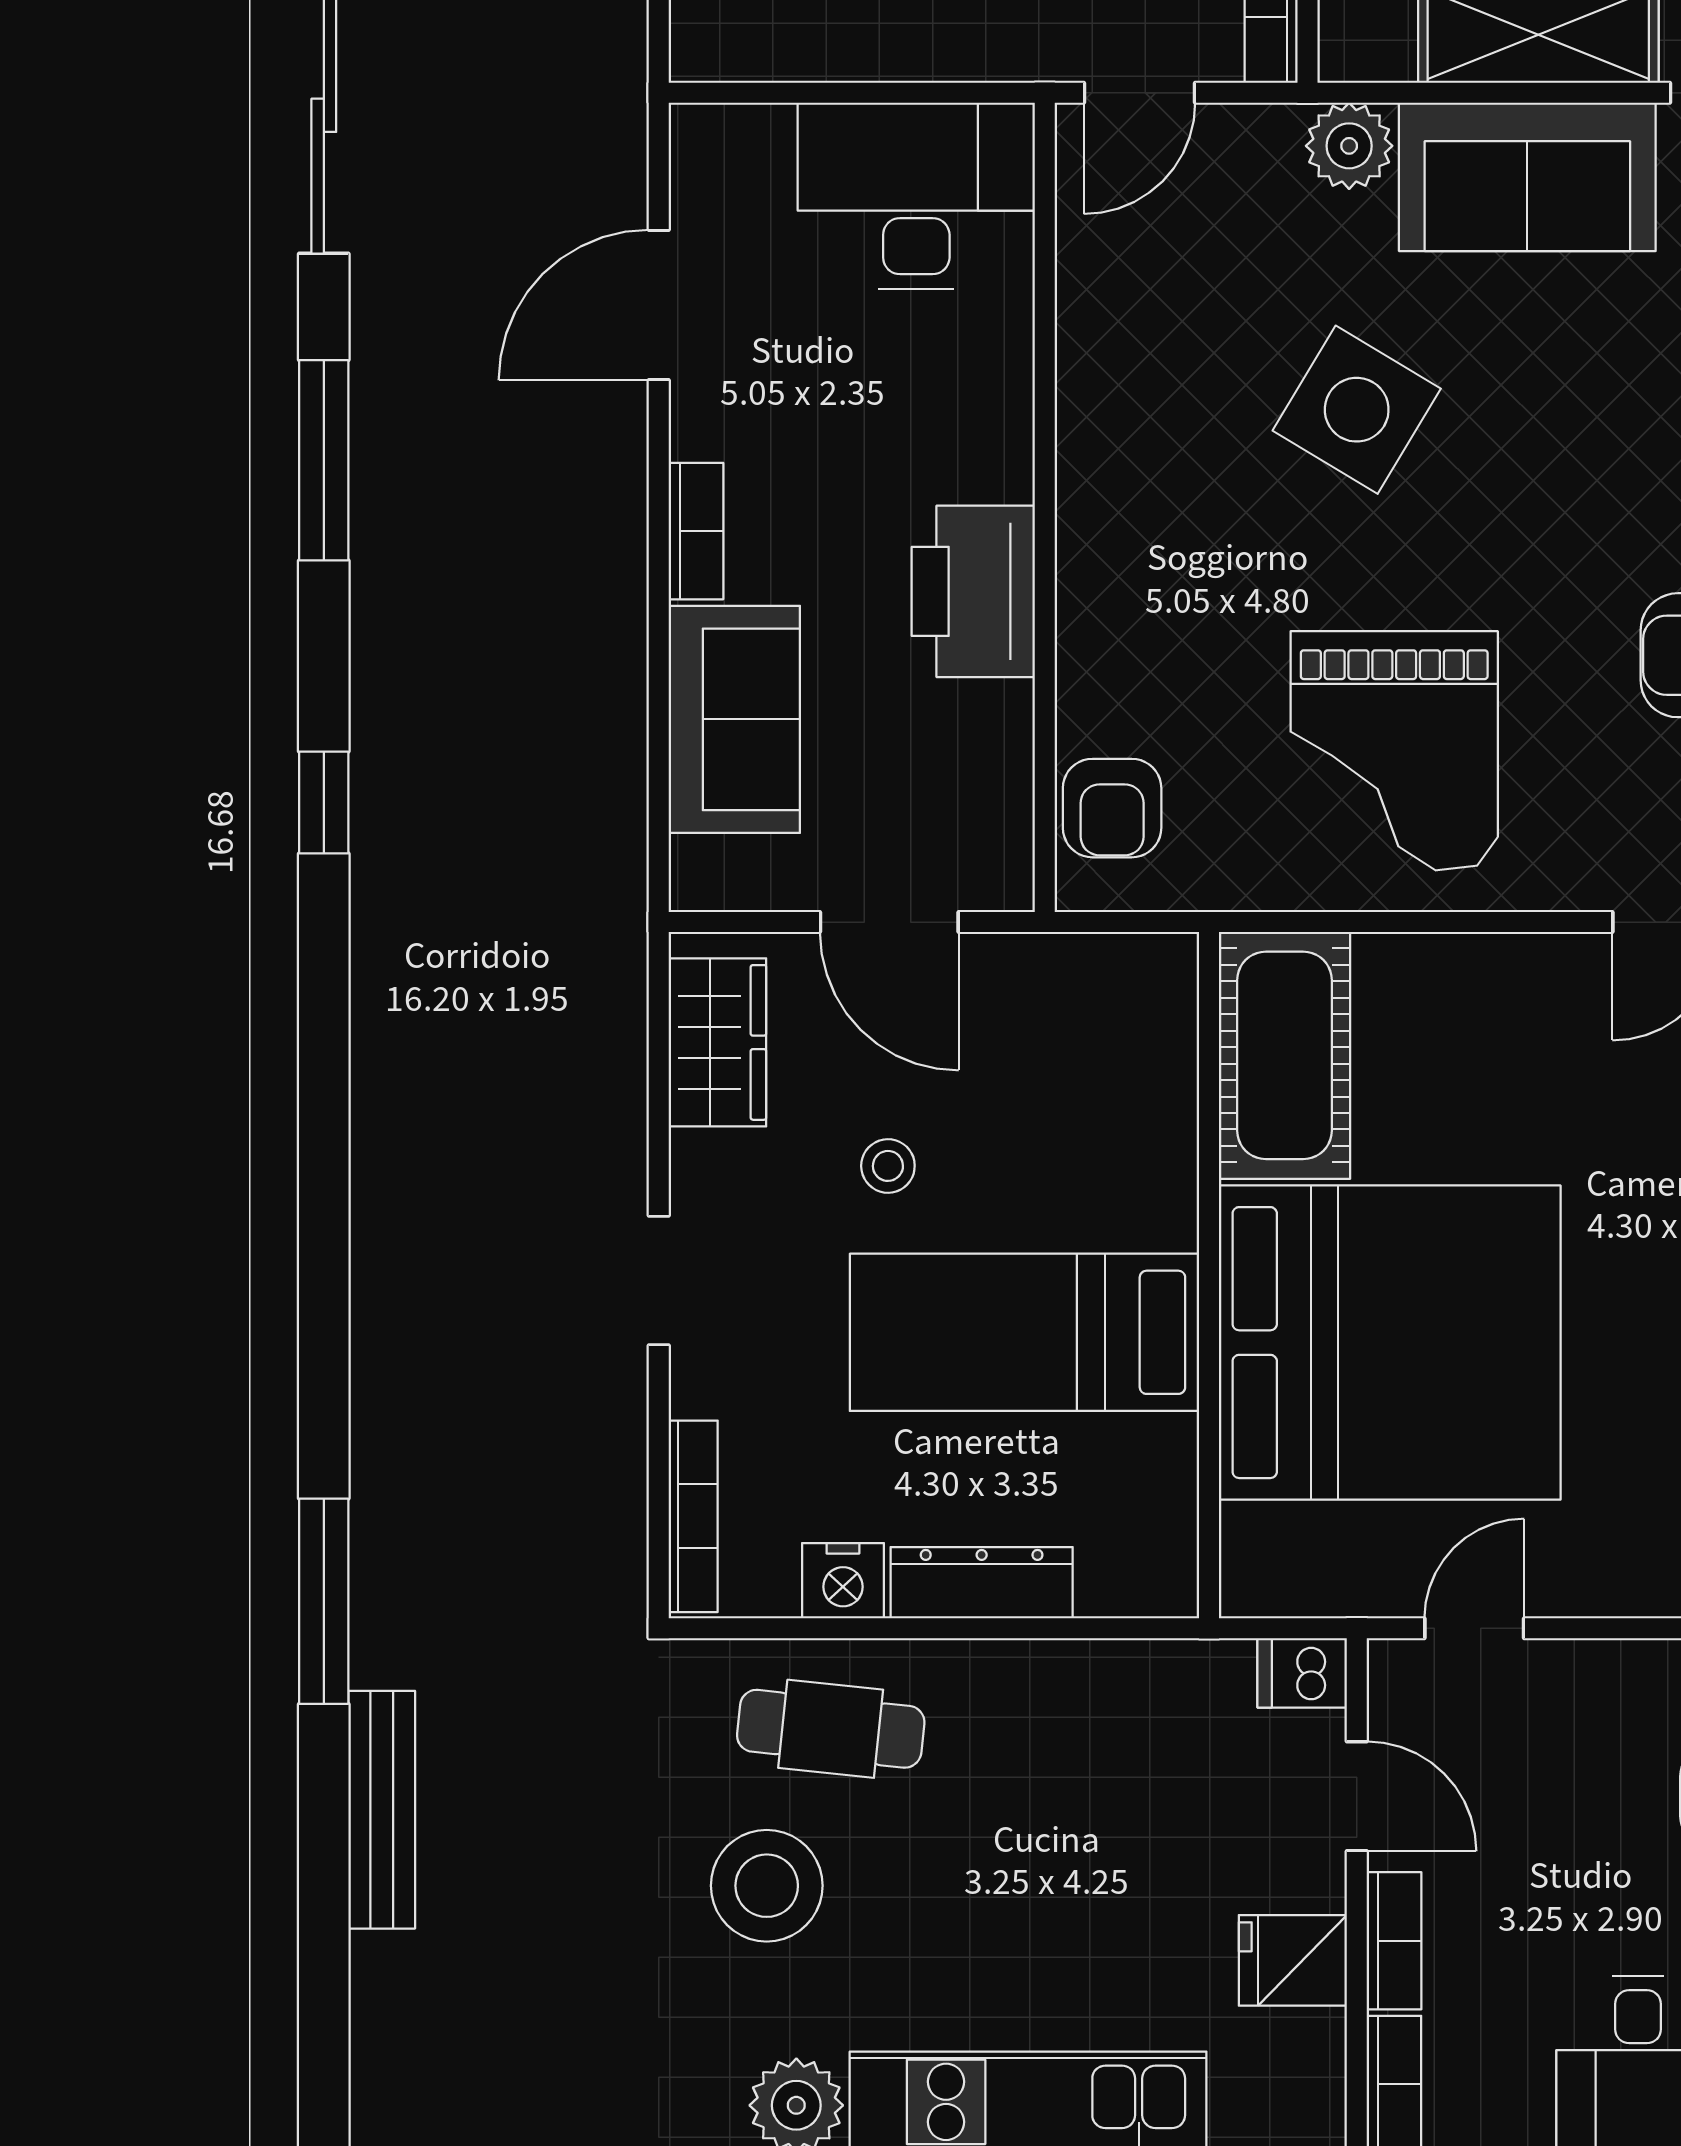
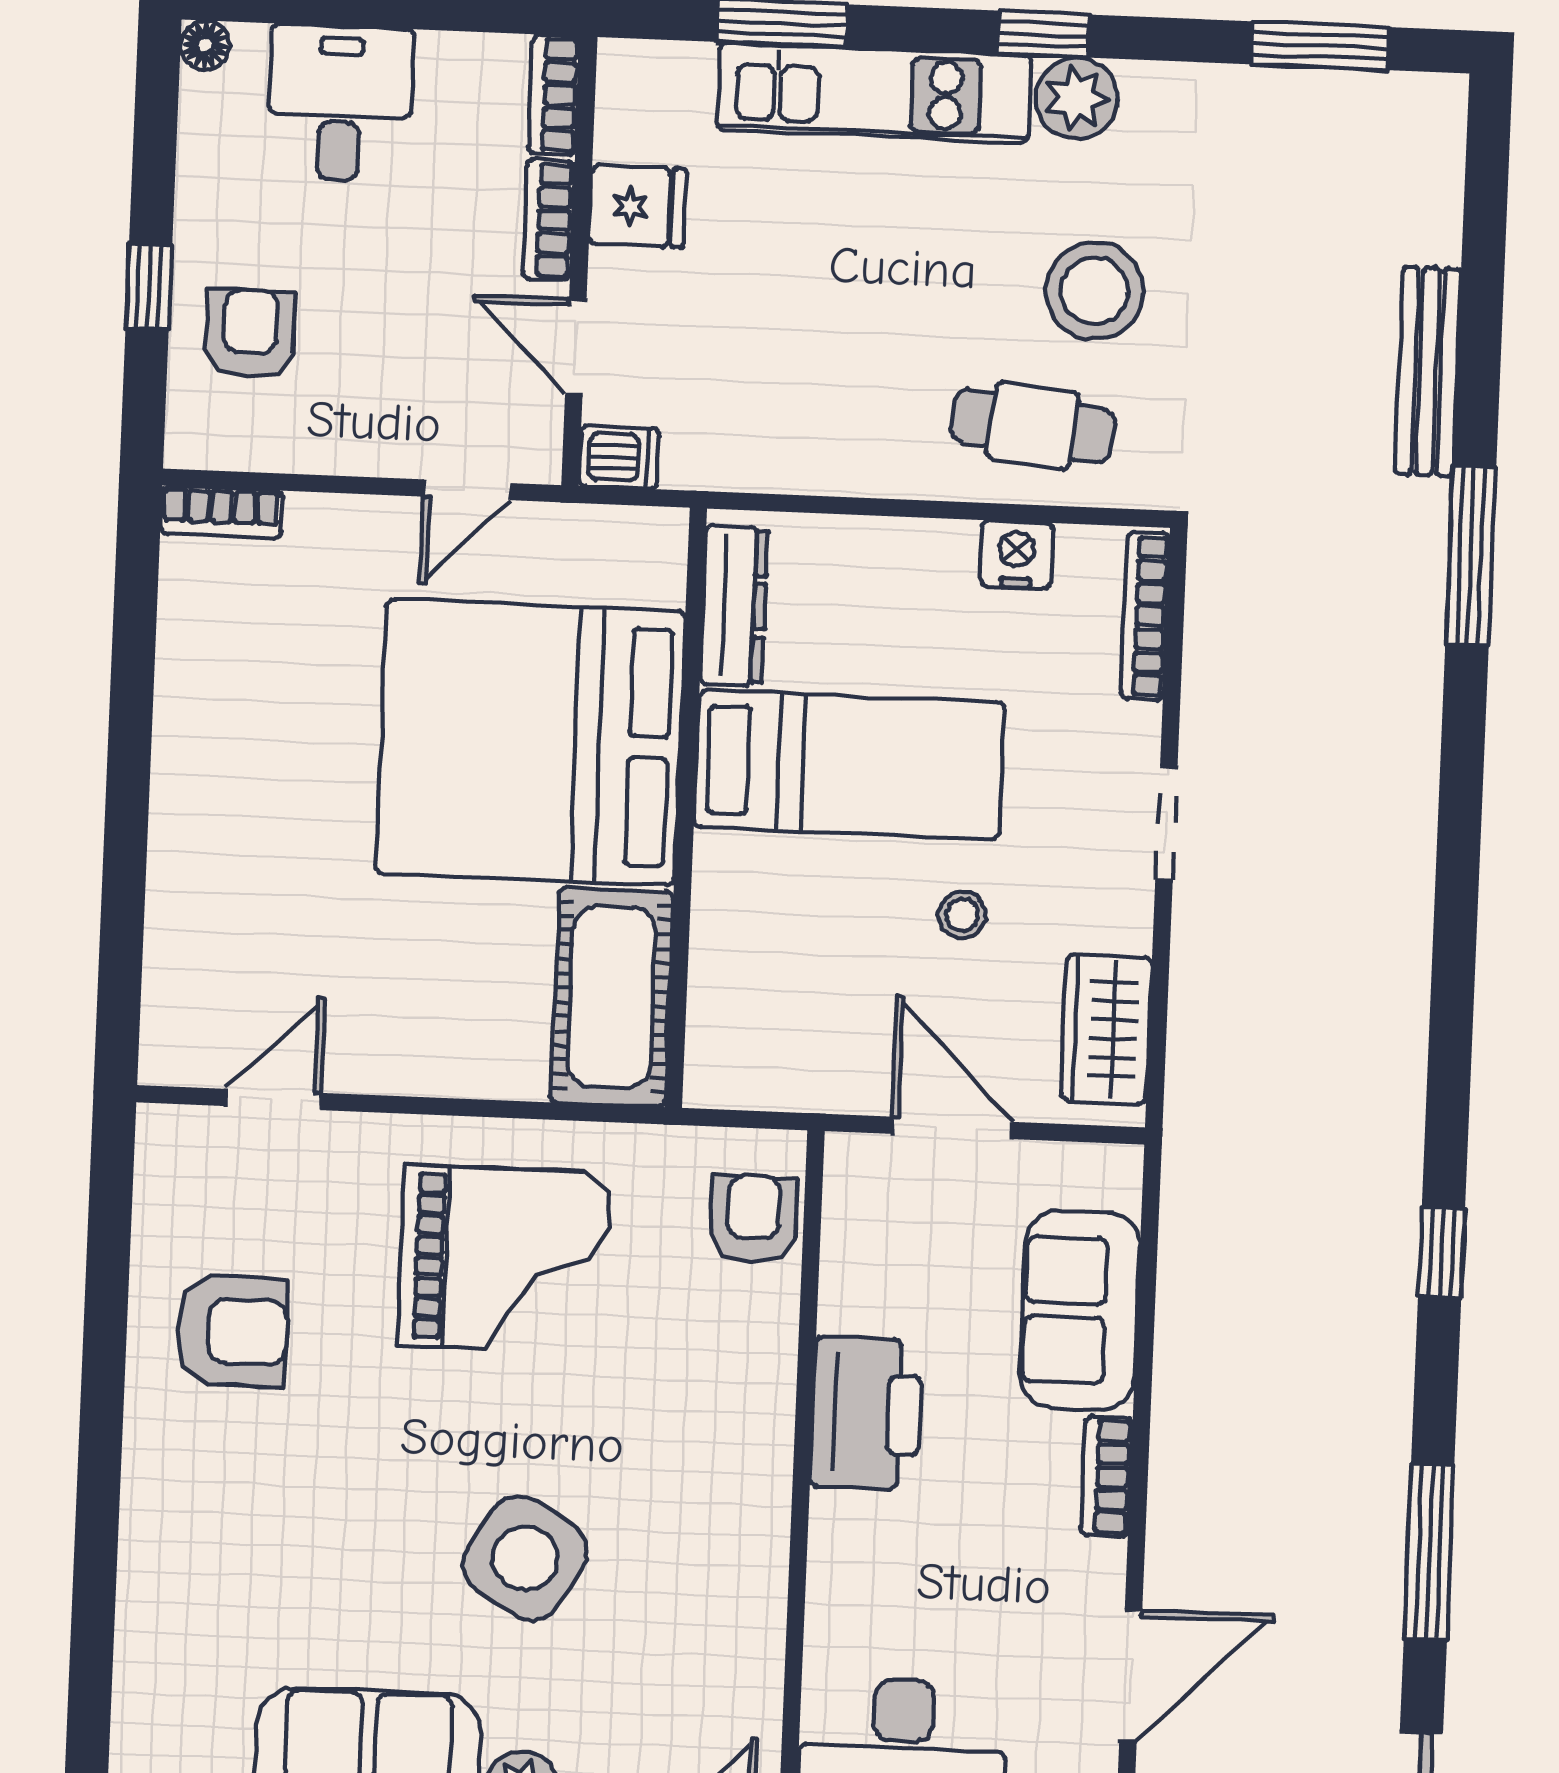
grand piano: (1394, 751) -> (505, 1259), turned 90
dresser: (982, 1583) -> (734, 606), moved, turned -90

